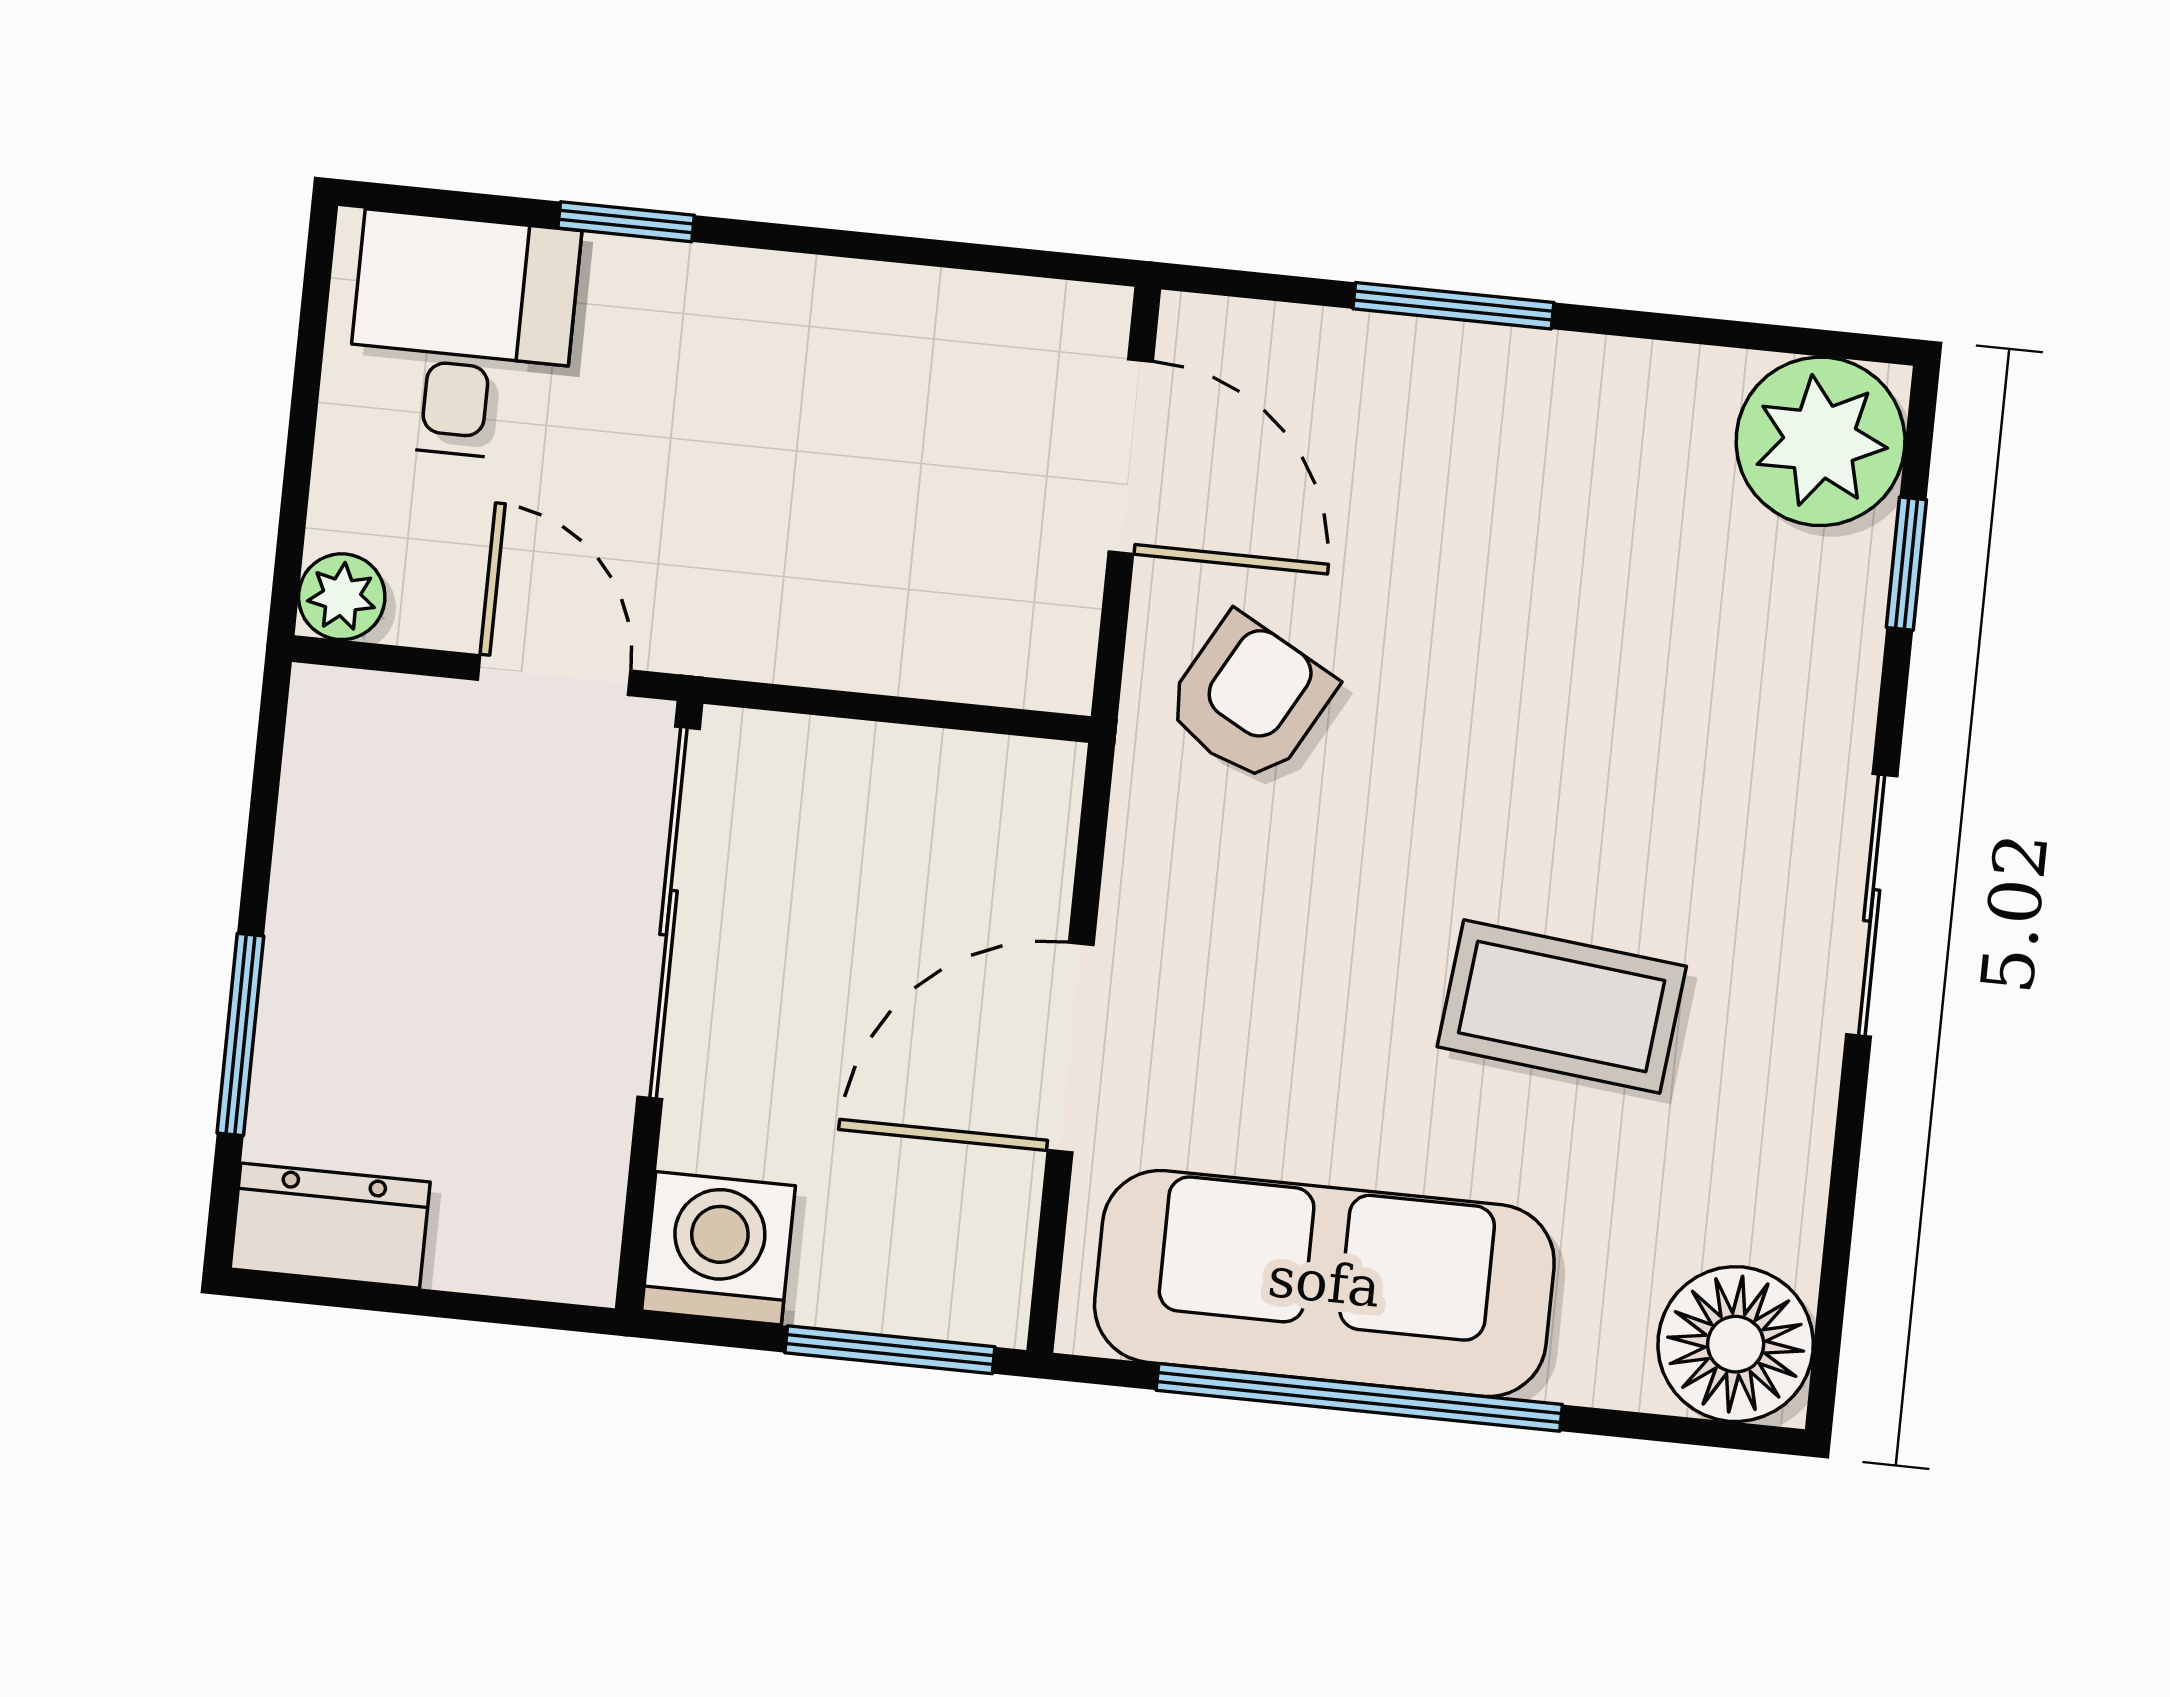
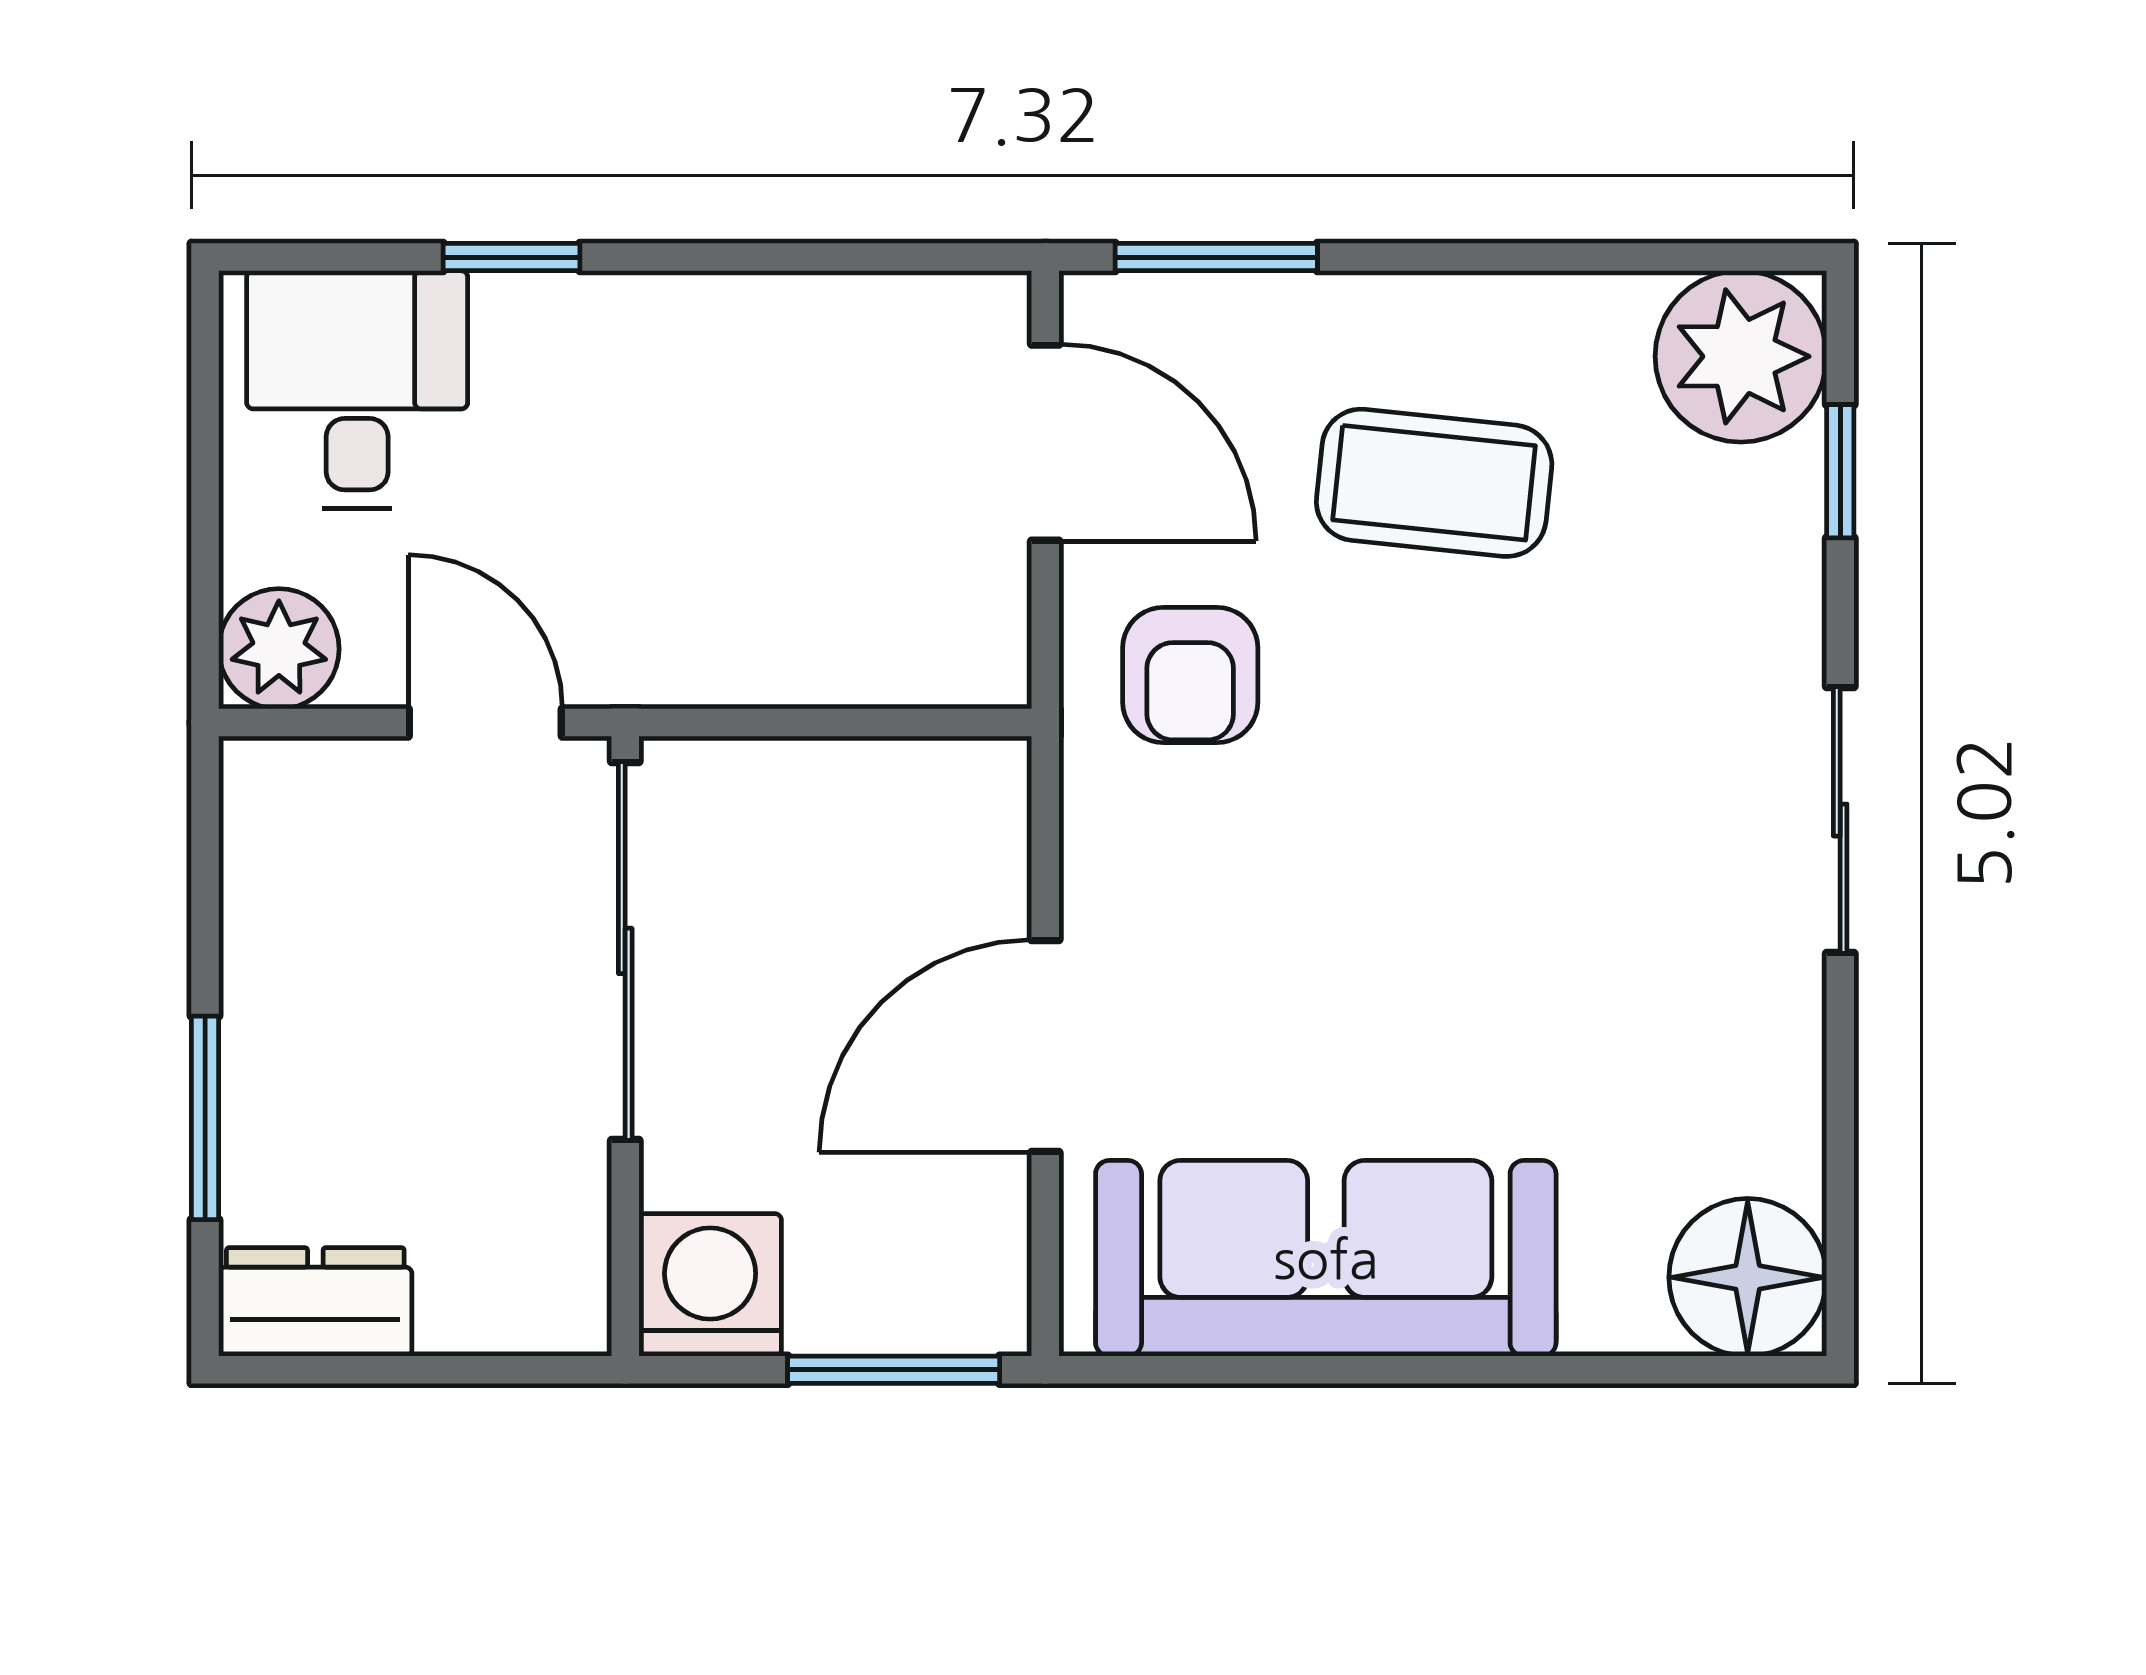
window: (1453, 306) -> (1216, 257), moved
plant: (342, 597) -> (279, 649), width x1.38, depth x1.38
armchair: (1249, 699) -> (1190, 675), turned 151
coffee table: (1562, 1007) -> (1434, 483), moved
window: (1359, 1397) -> (1373, 1370), removed

